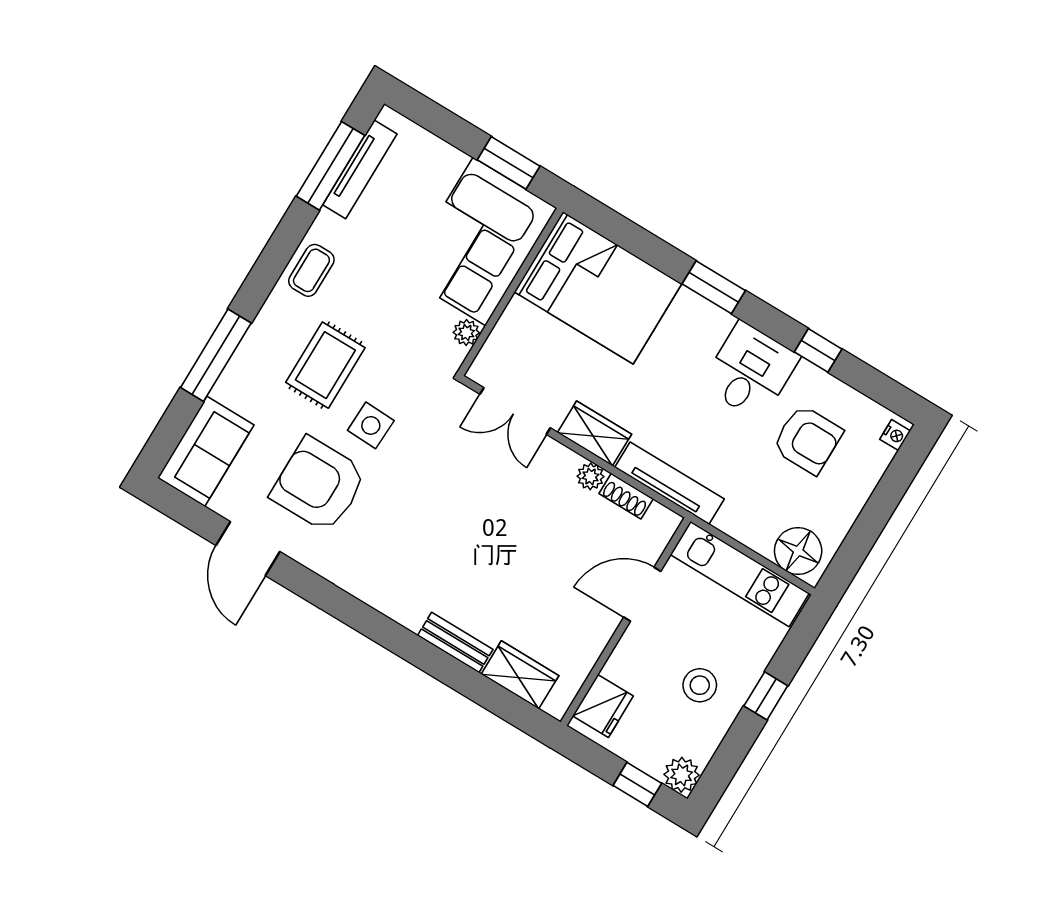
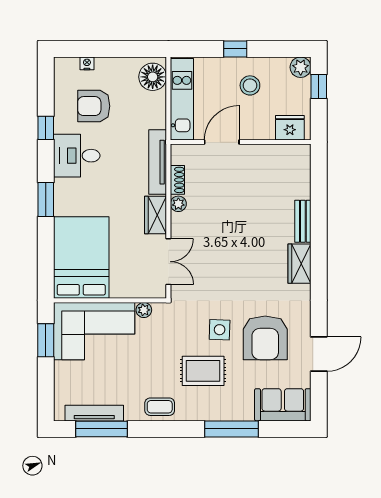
nightstand: (895, 435) -> (87, 63), moved
armchair: (808, 439) -> (94, 106), turned -90
door: (642, 594) -> (222, 142), swing flipped
wardrobe: (520, 675) -> (299, 264), moved

